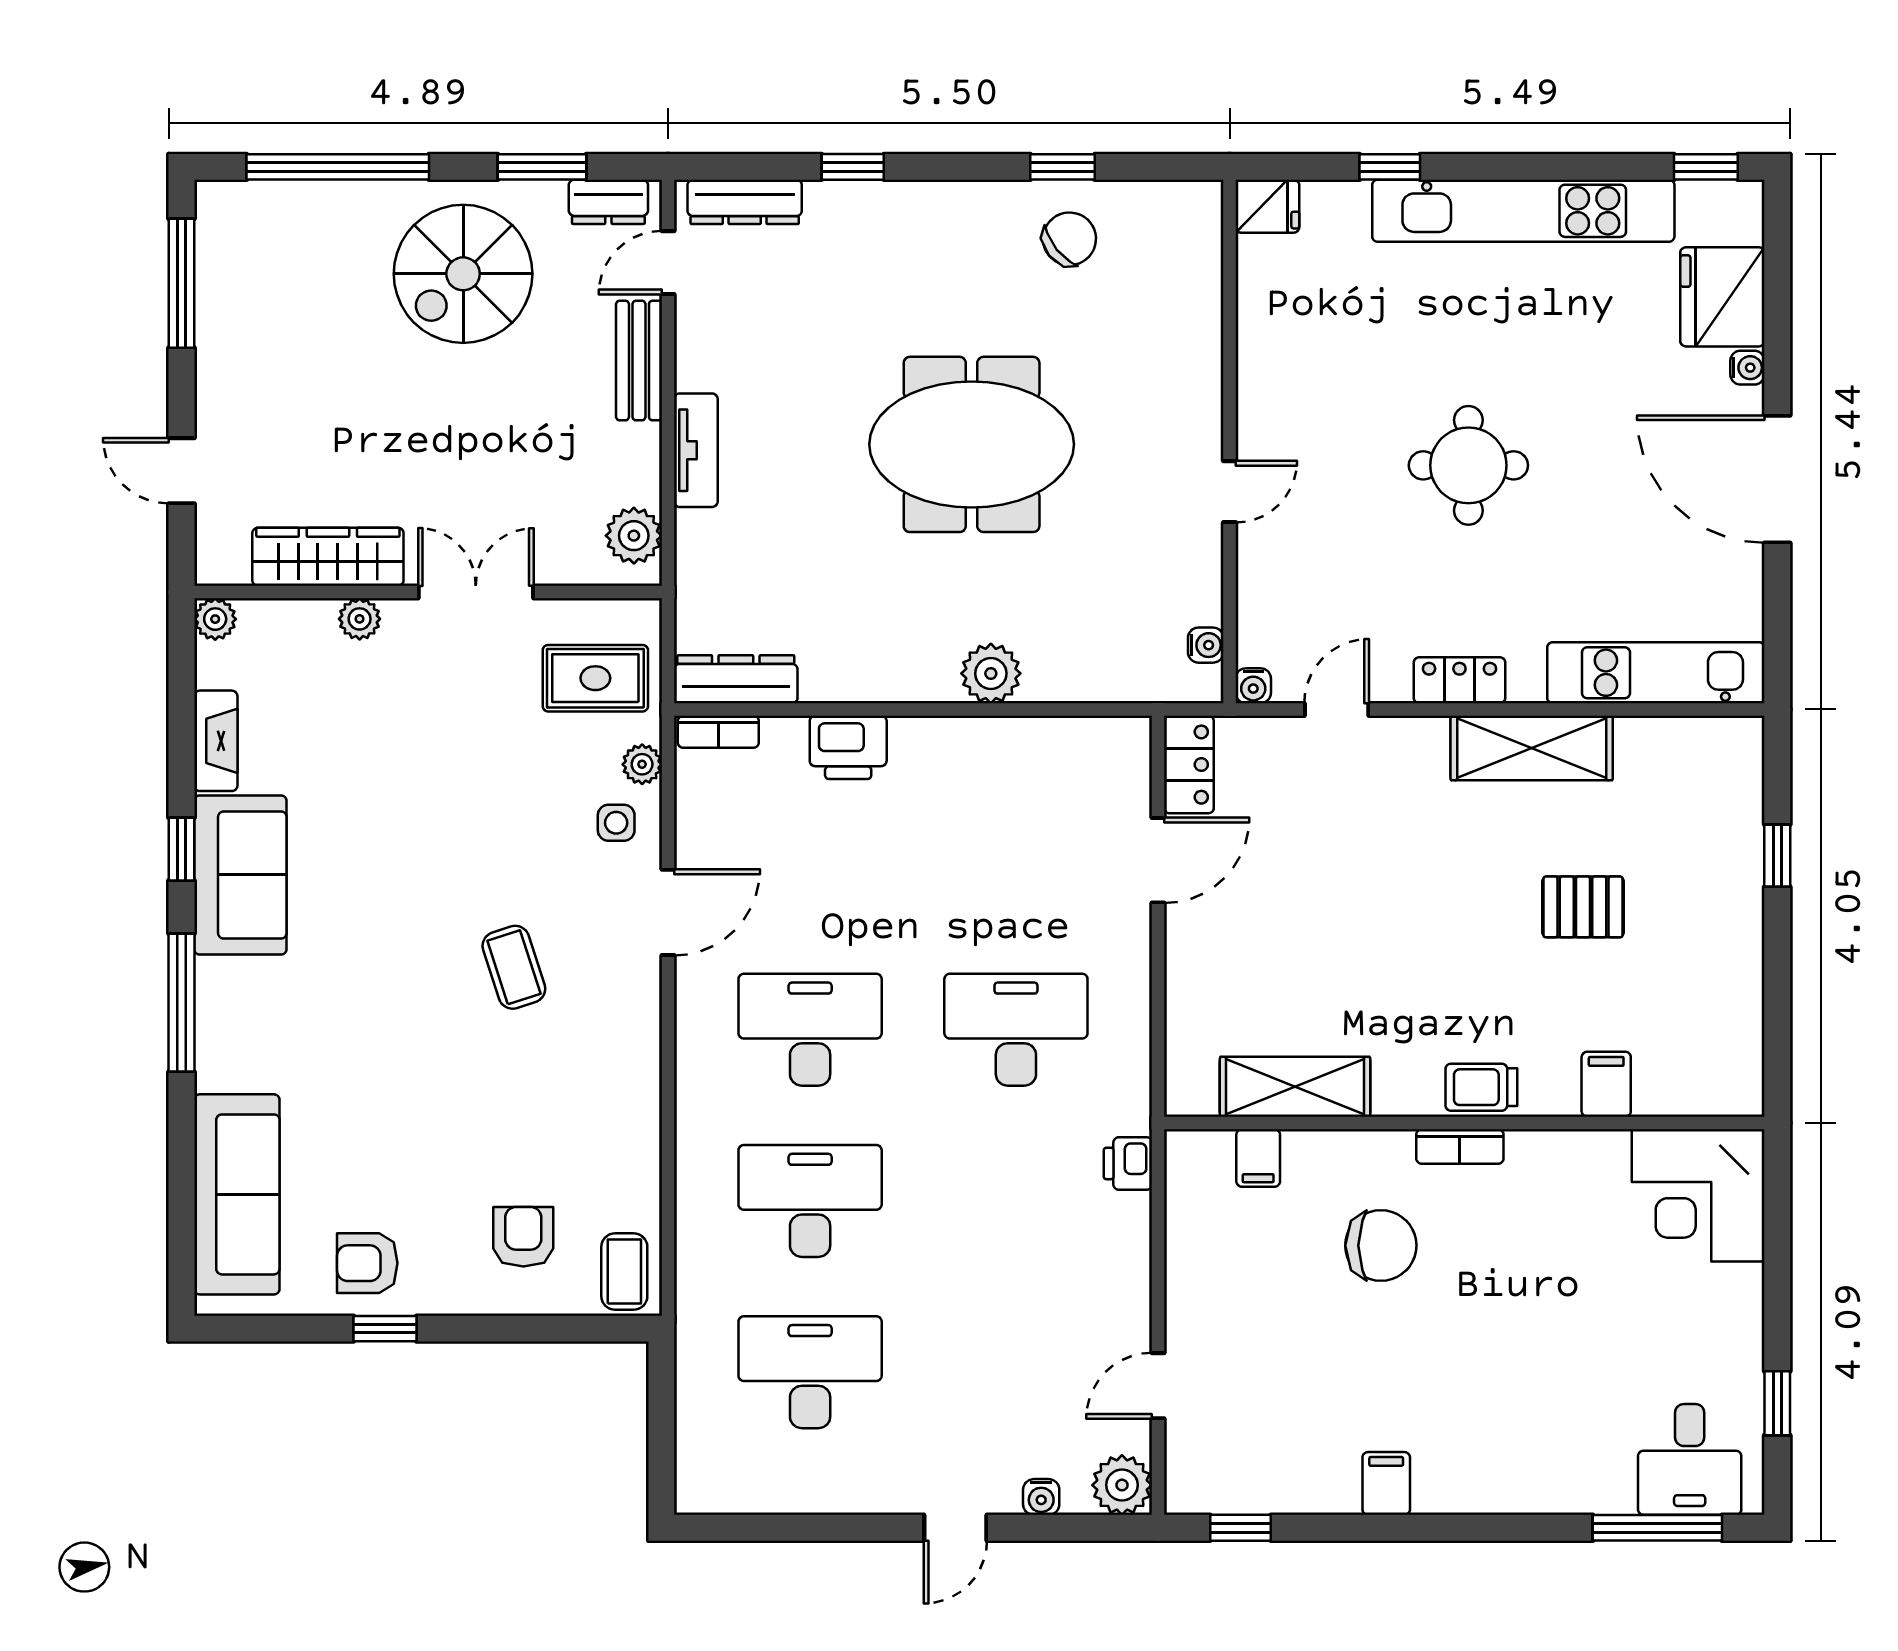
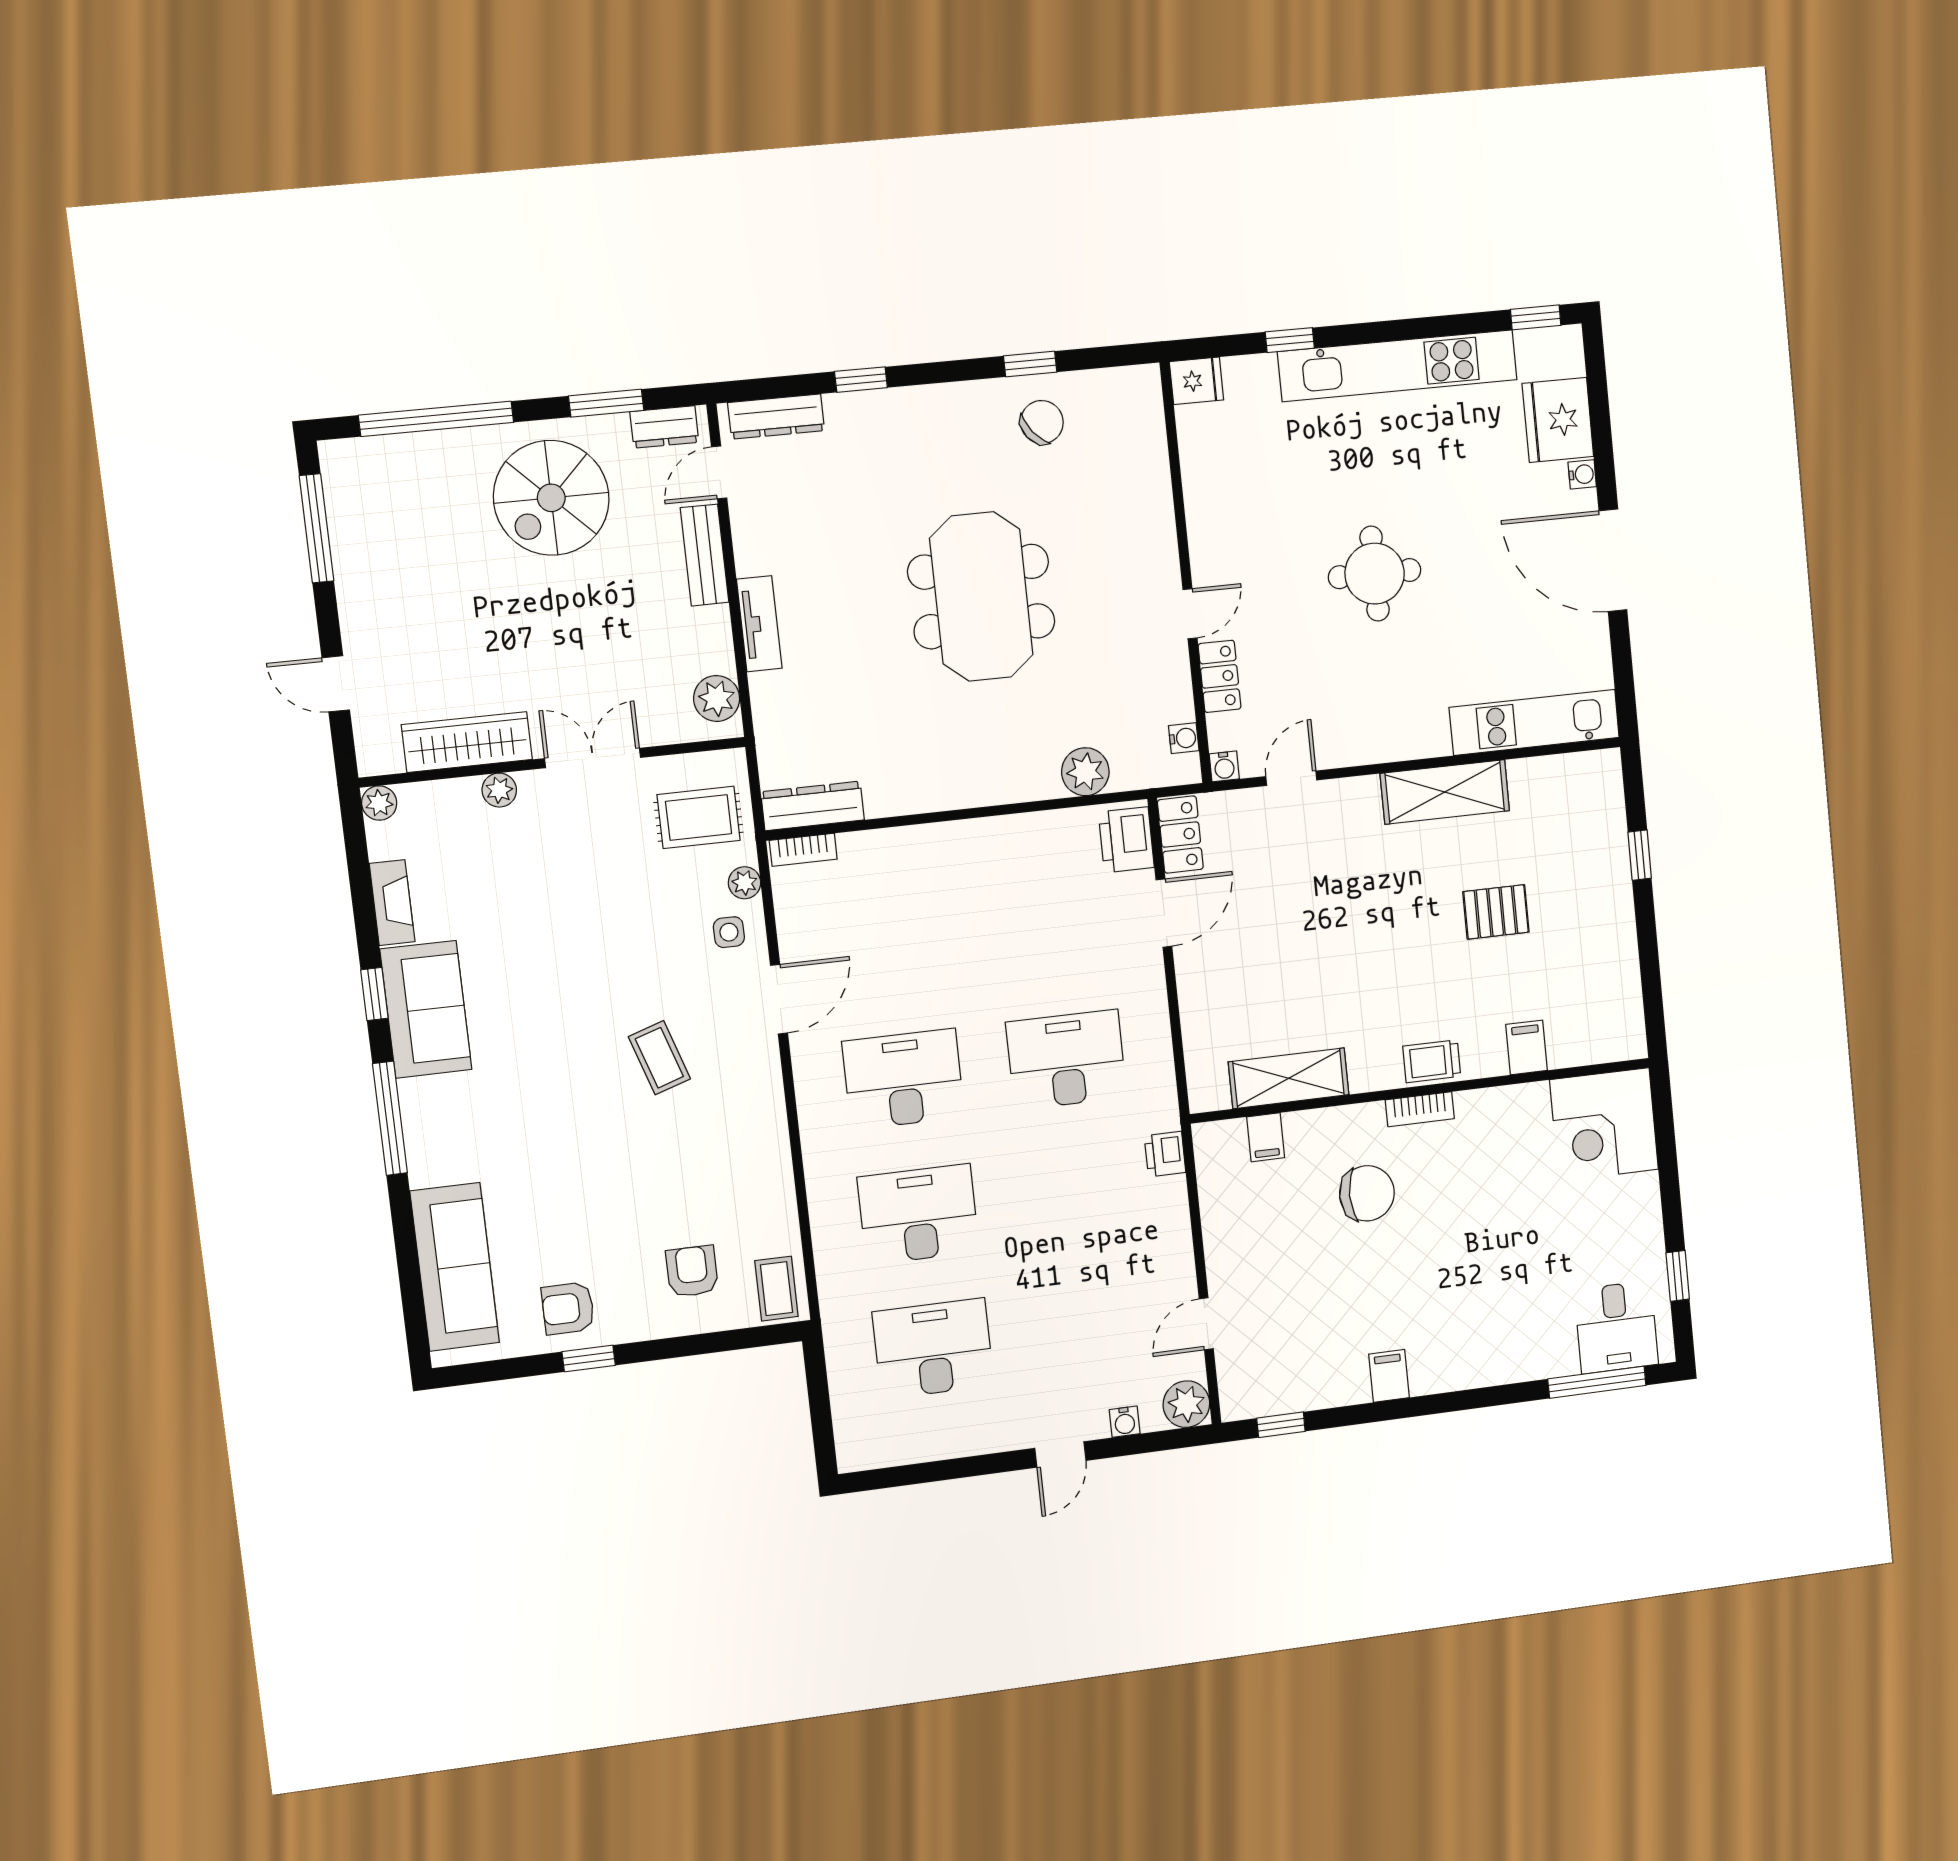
meeting table: (972, 444) -> (981, 597), turned 90
plant: (991, 673) -> (1085, 772), moved
locker: (1459, 680) -> (1220, 676), moved, turned 90
printer: (848, 747) -> (1126, 840), moved, turned 90

